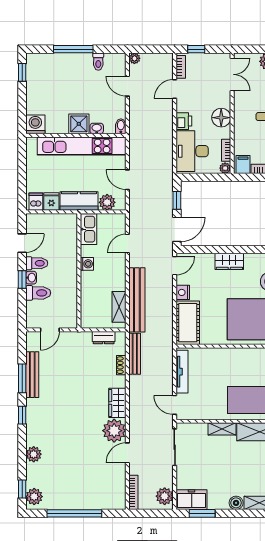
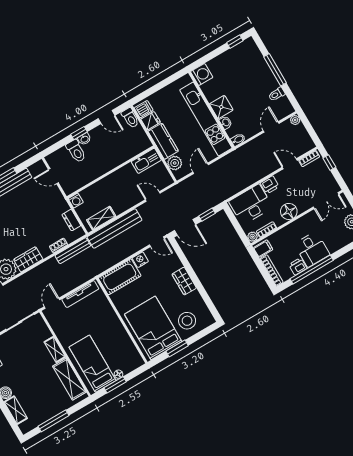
toilet: (37, 263) -> (130, 118), moved
washing machine: (87, 264) -> (76, 201), moved

